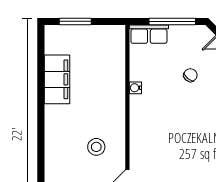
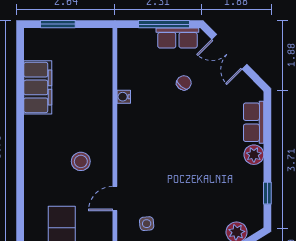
row of seats: (149, 34) -> (177, 38), moved

